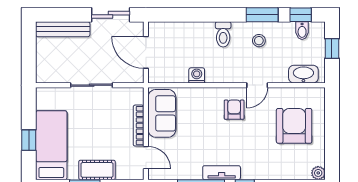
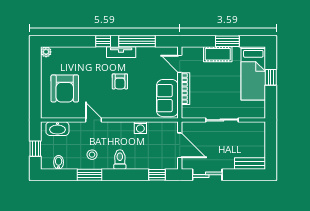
window: (301, 15) -> (157, 175), moved
bench: (63, 29) -> (250, 163), width x0.73
door: (257, 85) -> (93, 120), hinge flipped
armchair: (234, 110) -> (120, 81), moved

